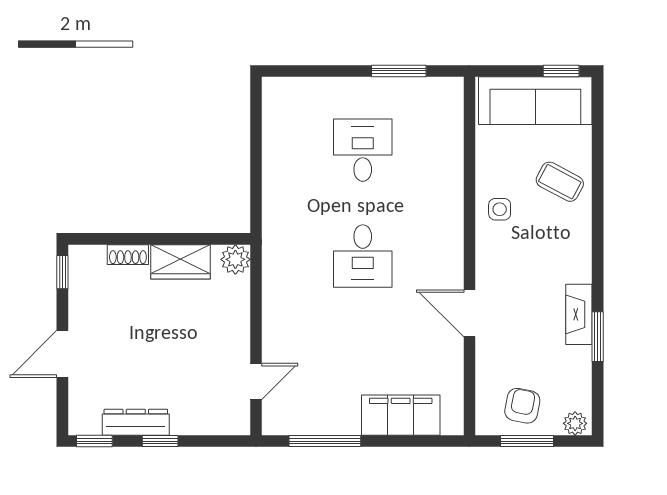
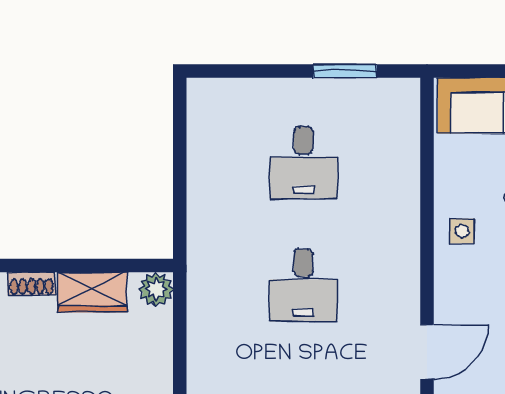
desk: (363, 150) -> (303, 163), turned 180
door: (469, 313) -> (427, 352), swing flipped

